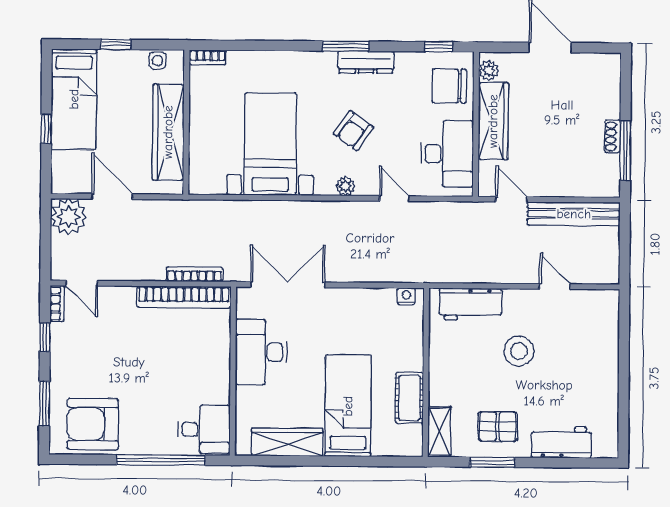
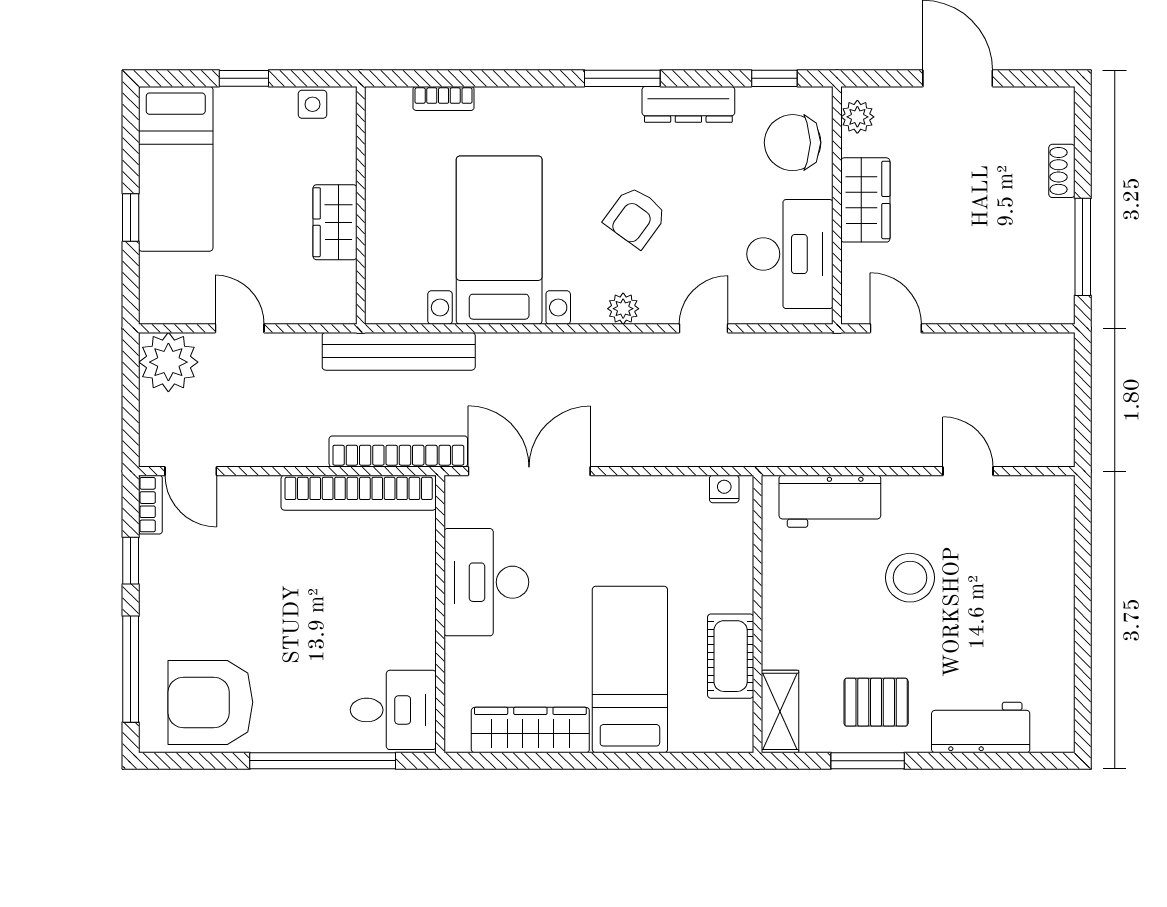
bookcase: (208, 57) -> (444, 98), moved
dresser: (366, 62) -> (688, 104), moved
wardrobe: (493, 121) -> (865, 200), width x0.67
wardrobe: (168, 132) -> (335, 222), width x0.48, depth x0.85
shoe rack: (613, 136) -> (1062, 171), moved
door: (112, 196) -> (240, 328), width x0.73
door: (394, 198) -> (704, 328), hinge flipped
bench: (574, 214) -> (399, 351), moved
bookcase: (194, 274) -> (398, 451), width x1.48, depth x1.31
window: (44, 403) -> (131, 669), width x1.44

